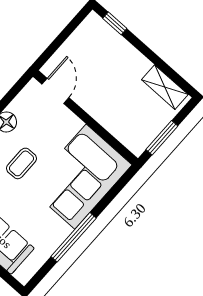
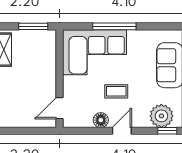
window: (74, 237) -> (114, 26), moved

